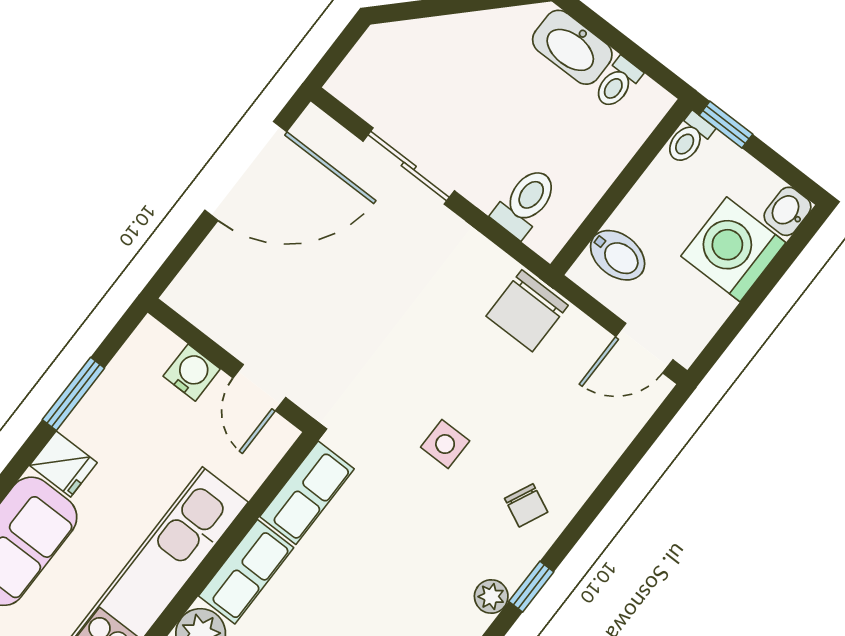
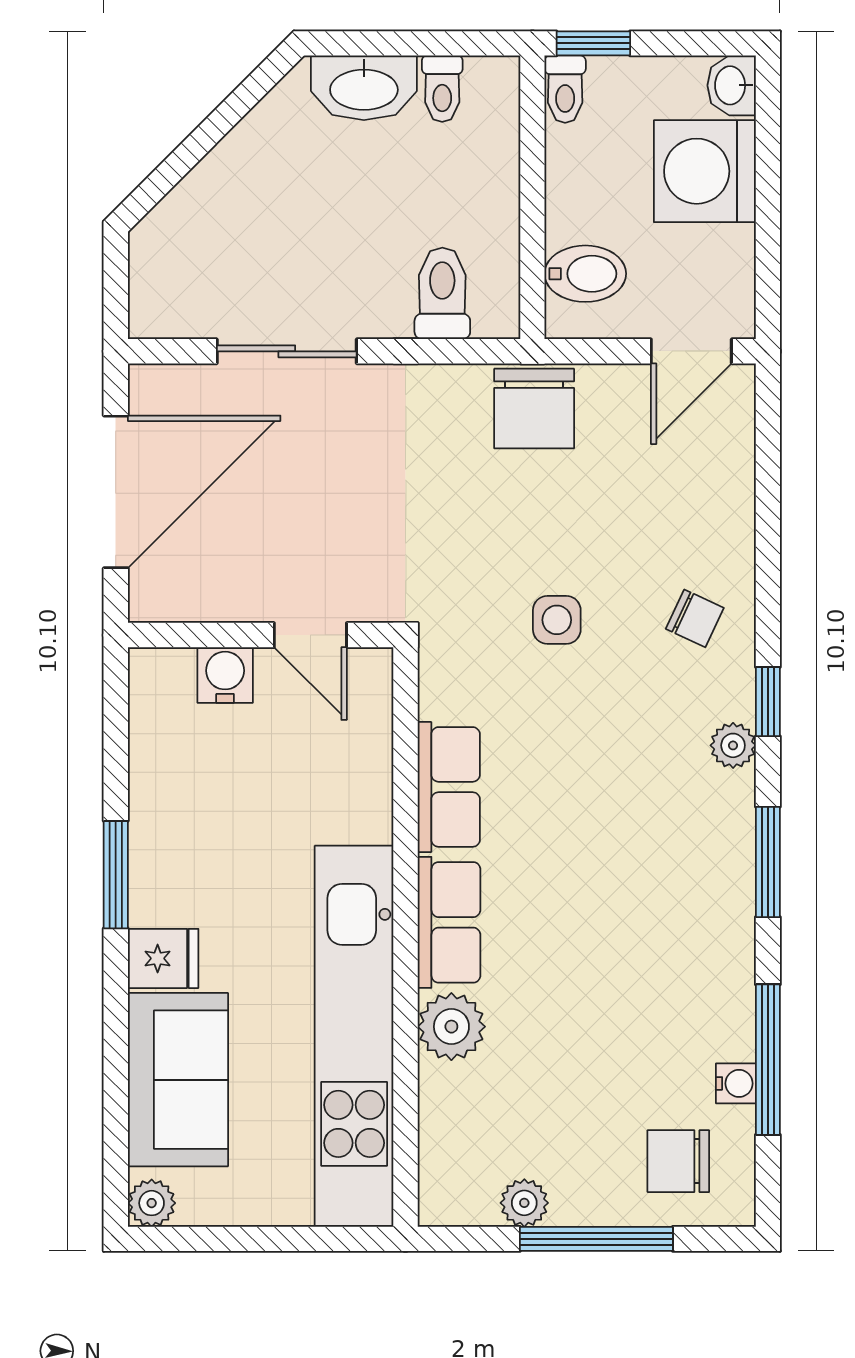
wall: (230, 365) -> (261, 635), moved
water cooler: (192, 373) -> (225, 675), moved
door: (259, 388) -> (310, 635), moved

